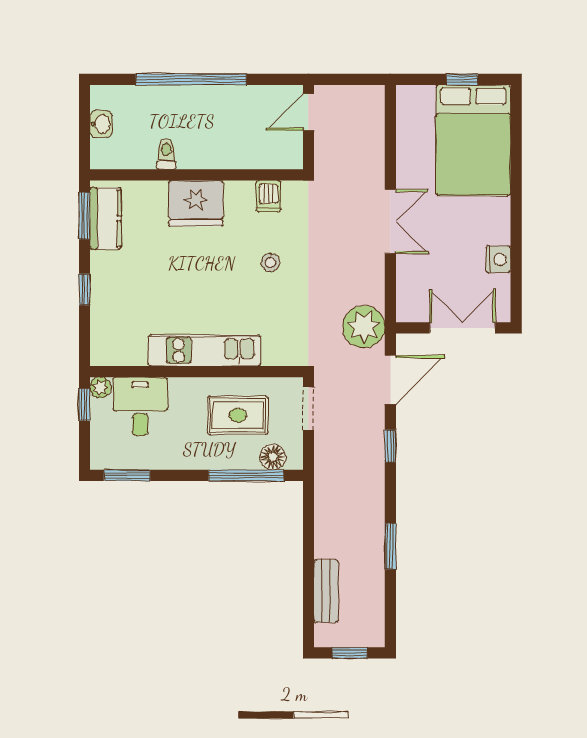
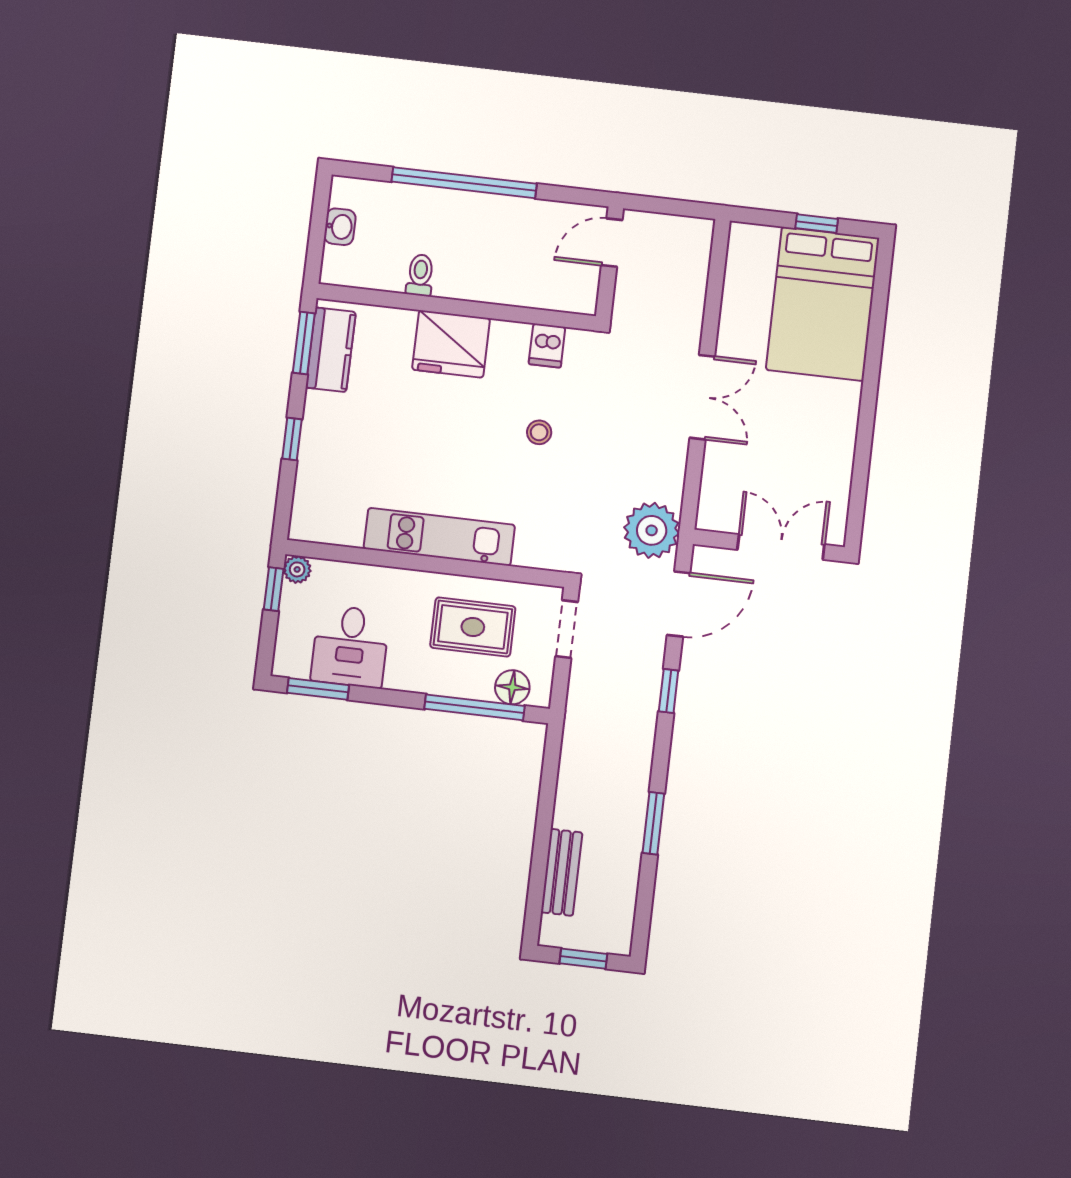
nightstand: (498, 259) -> (838, 463), removed
desk: (140, 406) -> (350, 646), moved, turned 180

